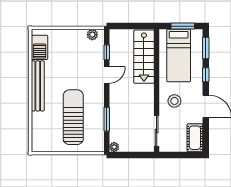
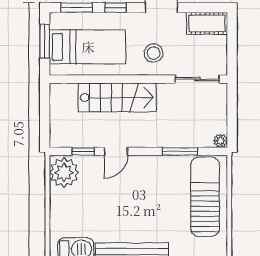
plant: (92, 35) -> (64, 172), width x1.88, depth x1.88
stairs: (144, 57) -> (117, 97), moved
door: (107, 75) -> (116, 151), swing flipped
sun lounger: (73, 117) -> (205, 197), moved, turned 90

